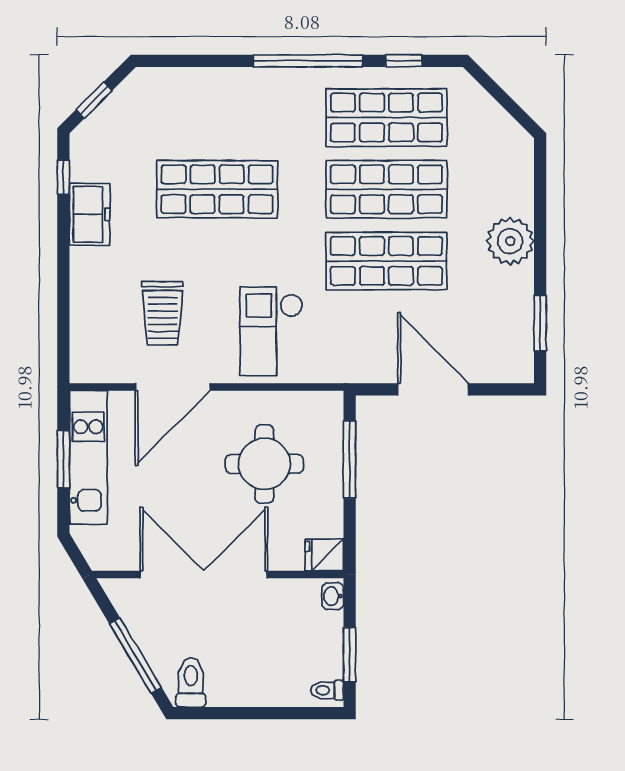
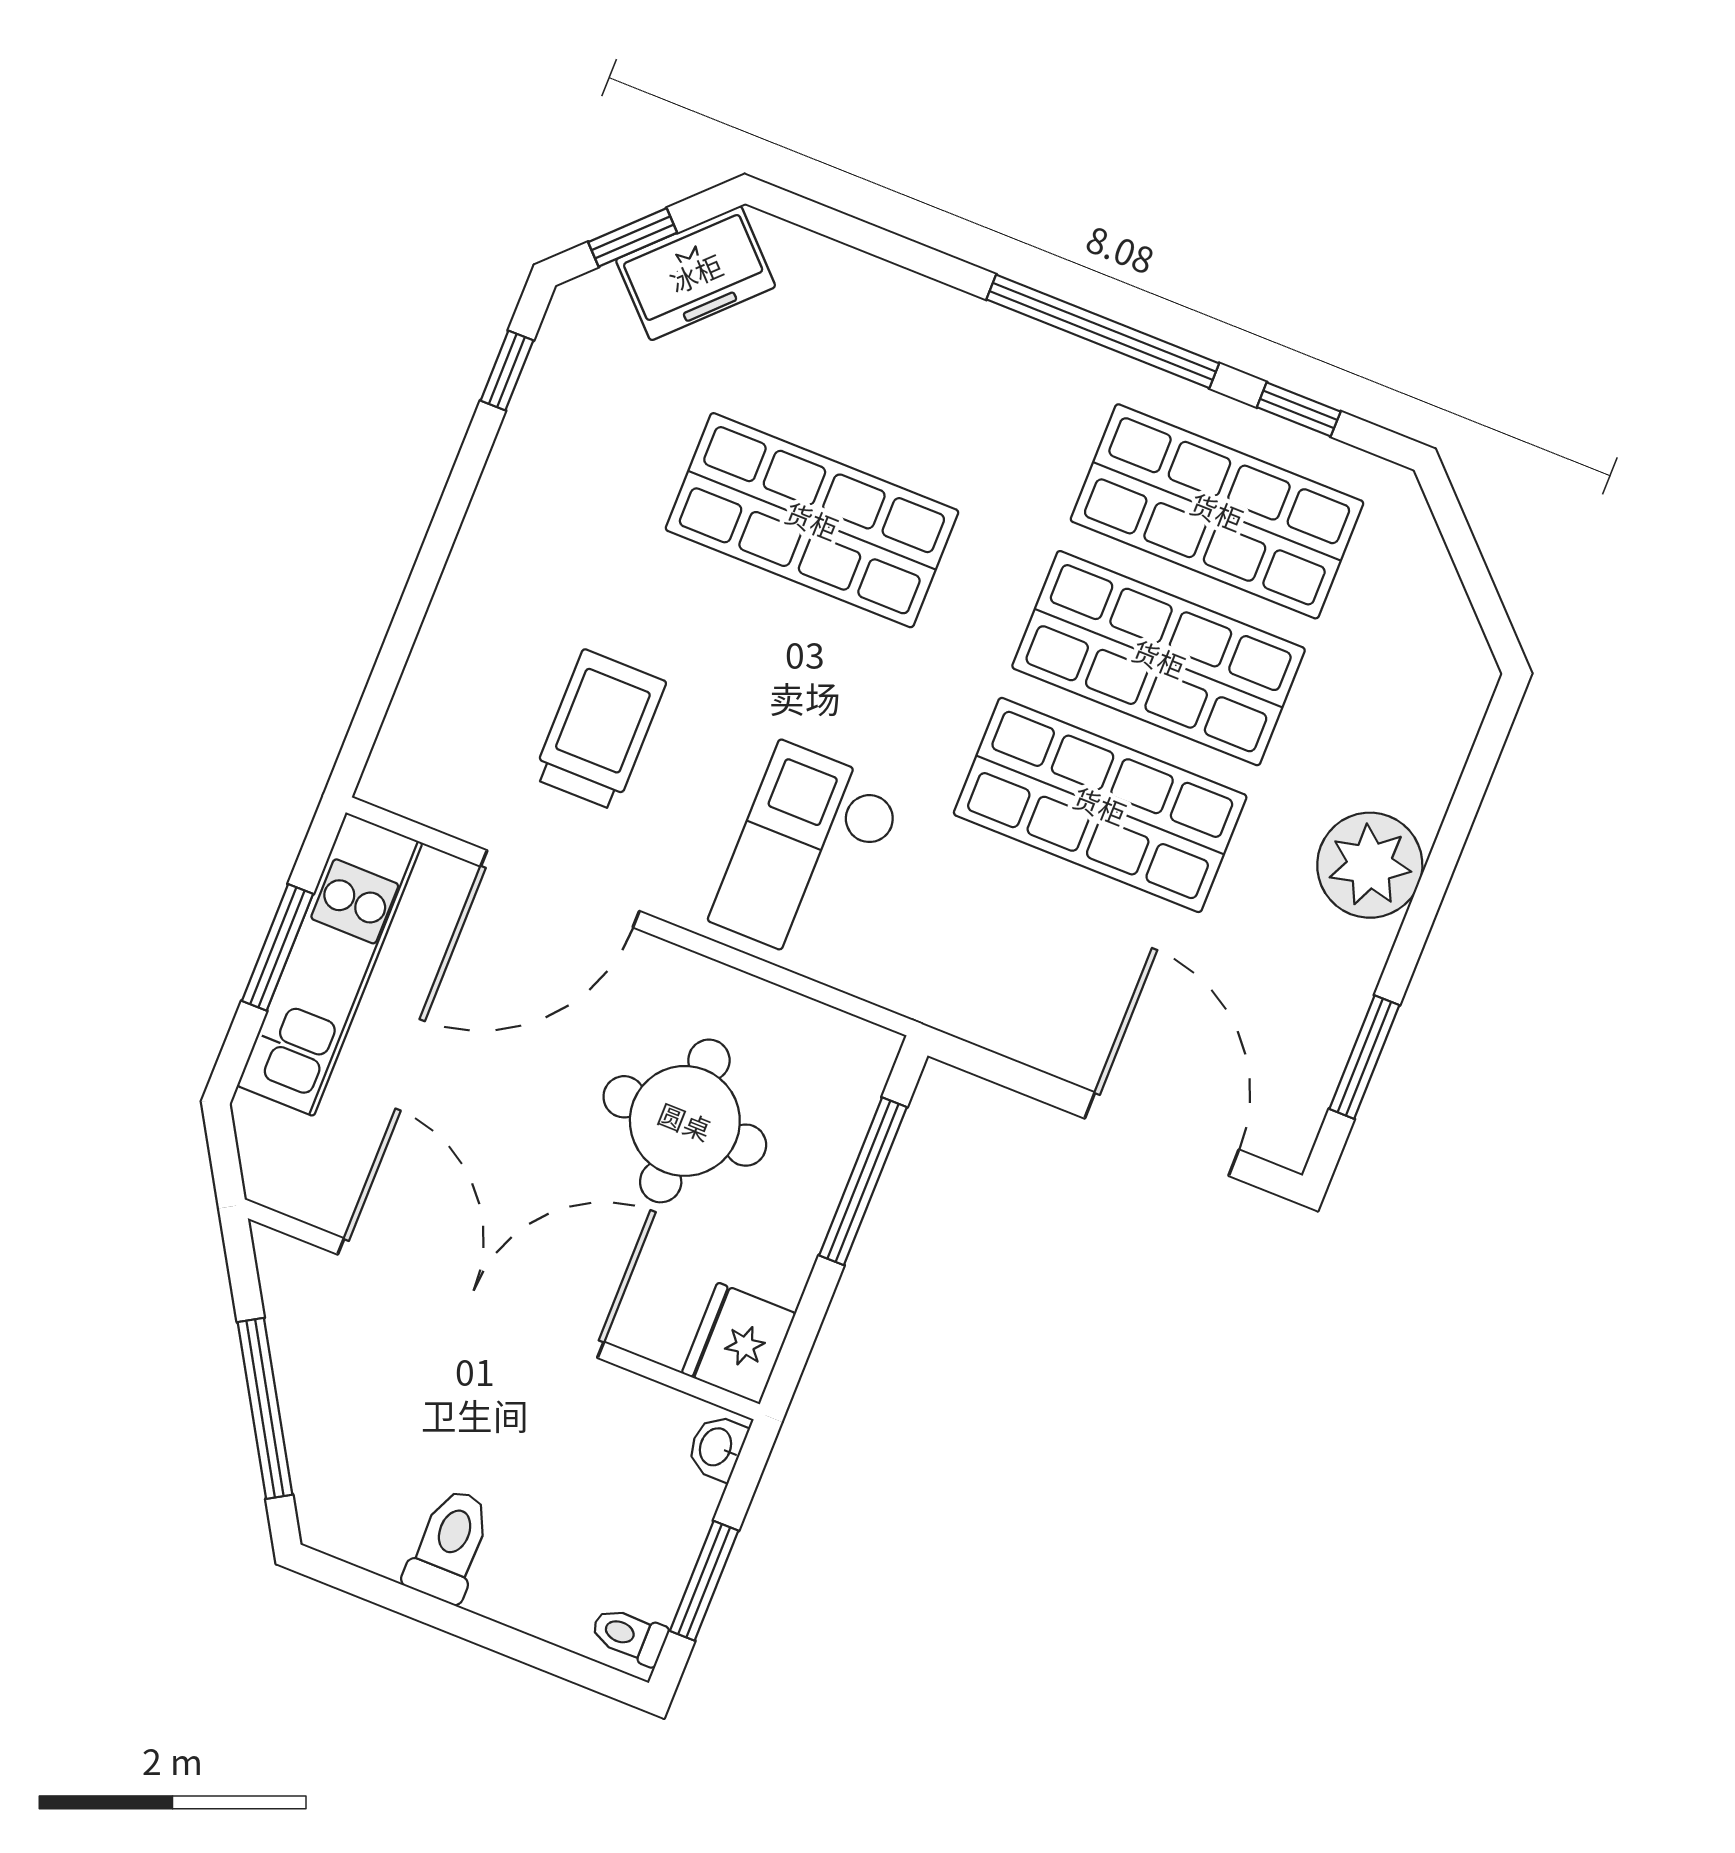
freezer: (90, 214) -> (696, 273), moved, turned 45
trolley: (163, 313) -> (599, 730), turned 180
door: (433, 389) -> (1162, 1134), moved
fridge: (324, 555) -> (739, 1343), width x1.38
toilet: (191, 683) -> (449, 1545), moved

